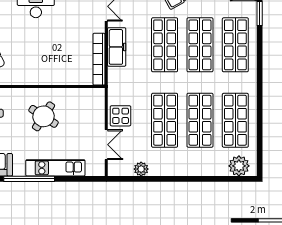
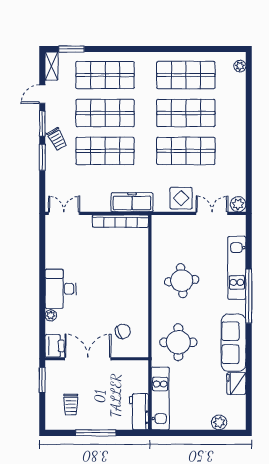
freezer: (117, 47) -> (132, 202), moved
round table: (43, 116) -> (182, 281), turned -38
plant: (239, 166) -> (240, 66), width x0.53, depth x0.53
plant: (141, 169) -> (238, 204), moved

